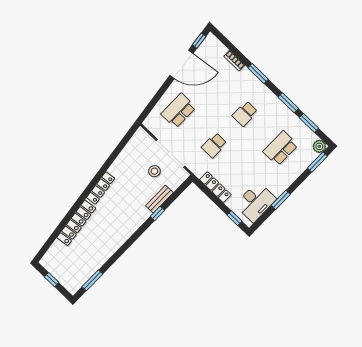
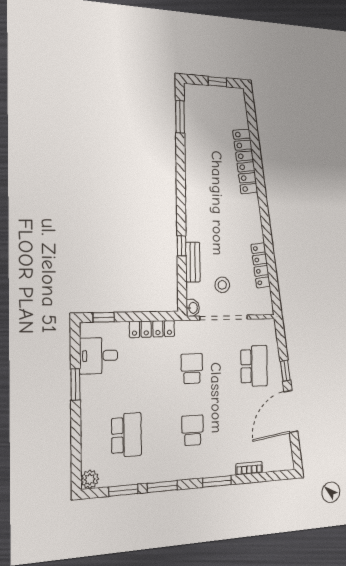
window: (199, 41) -> (285, 371), moved
window: (317, 162) -> (76, 462), removed
washbasin: (183, 176) -> (193, 308), added
locker: (101, 188) -> (261, 265), moved
desk: (256, 202) -> (99, 356), width x0.73

